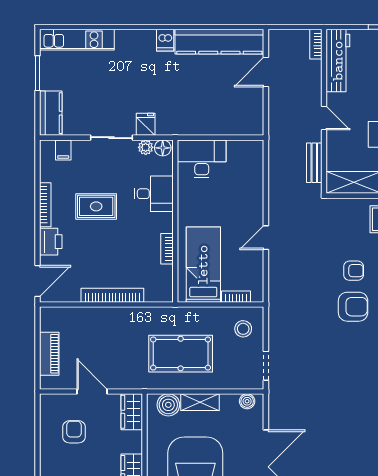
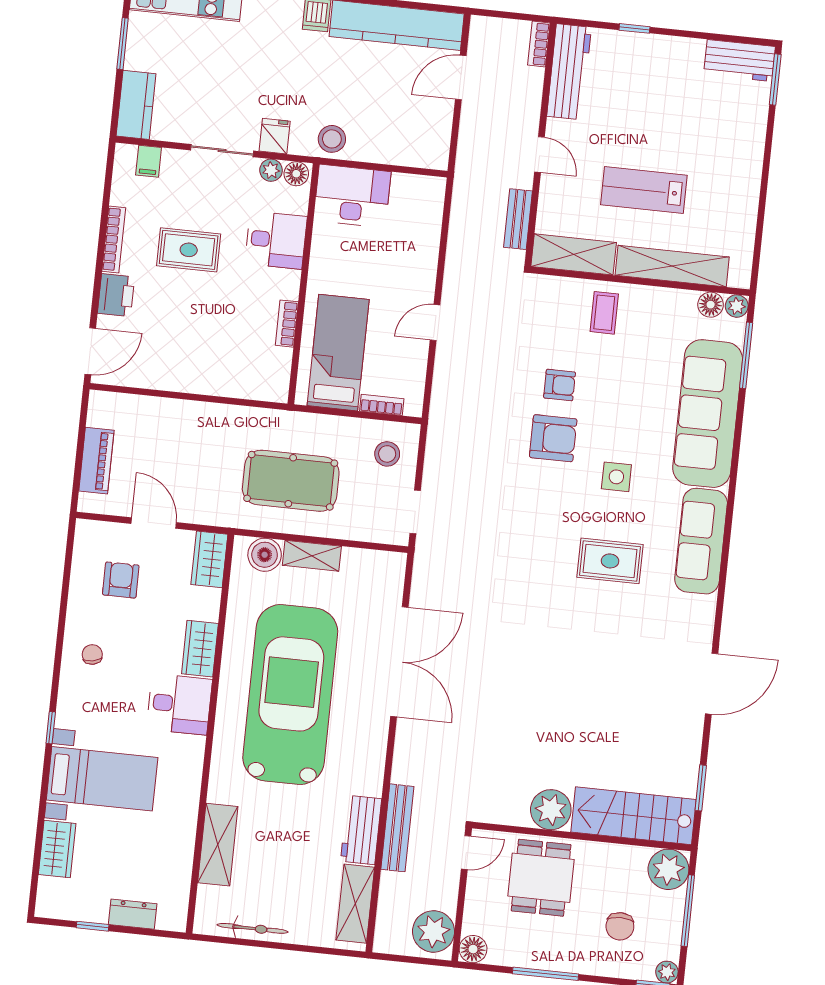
stool: (184, 122) -> (332, 139), added
bookcase: (112, 295) -> (199, 384), removed
boiler: (247, 401) -> (382, 562), removed

